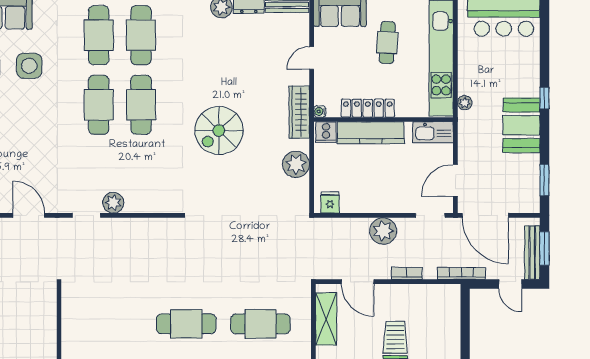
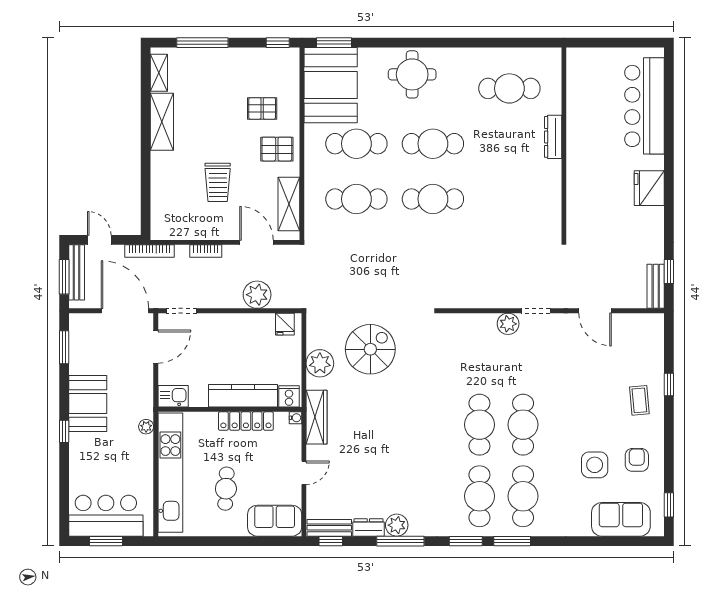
spiral stairs: (219, 131) -> (370, 349), moved
kitchen sink: (433, 132) -> (173, 396), width x0.73
plant: (383, 231) -> (257, 295), moved

